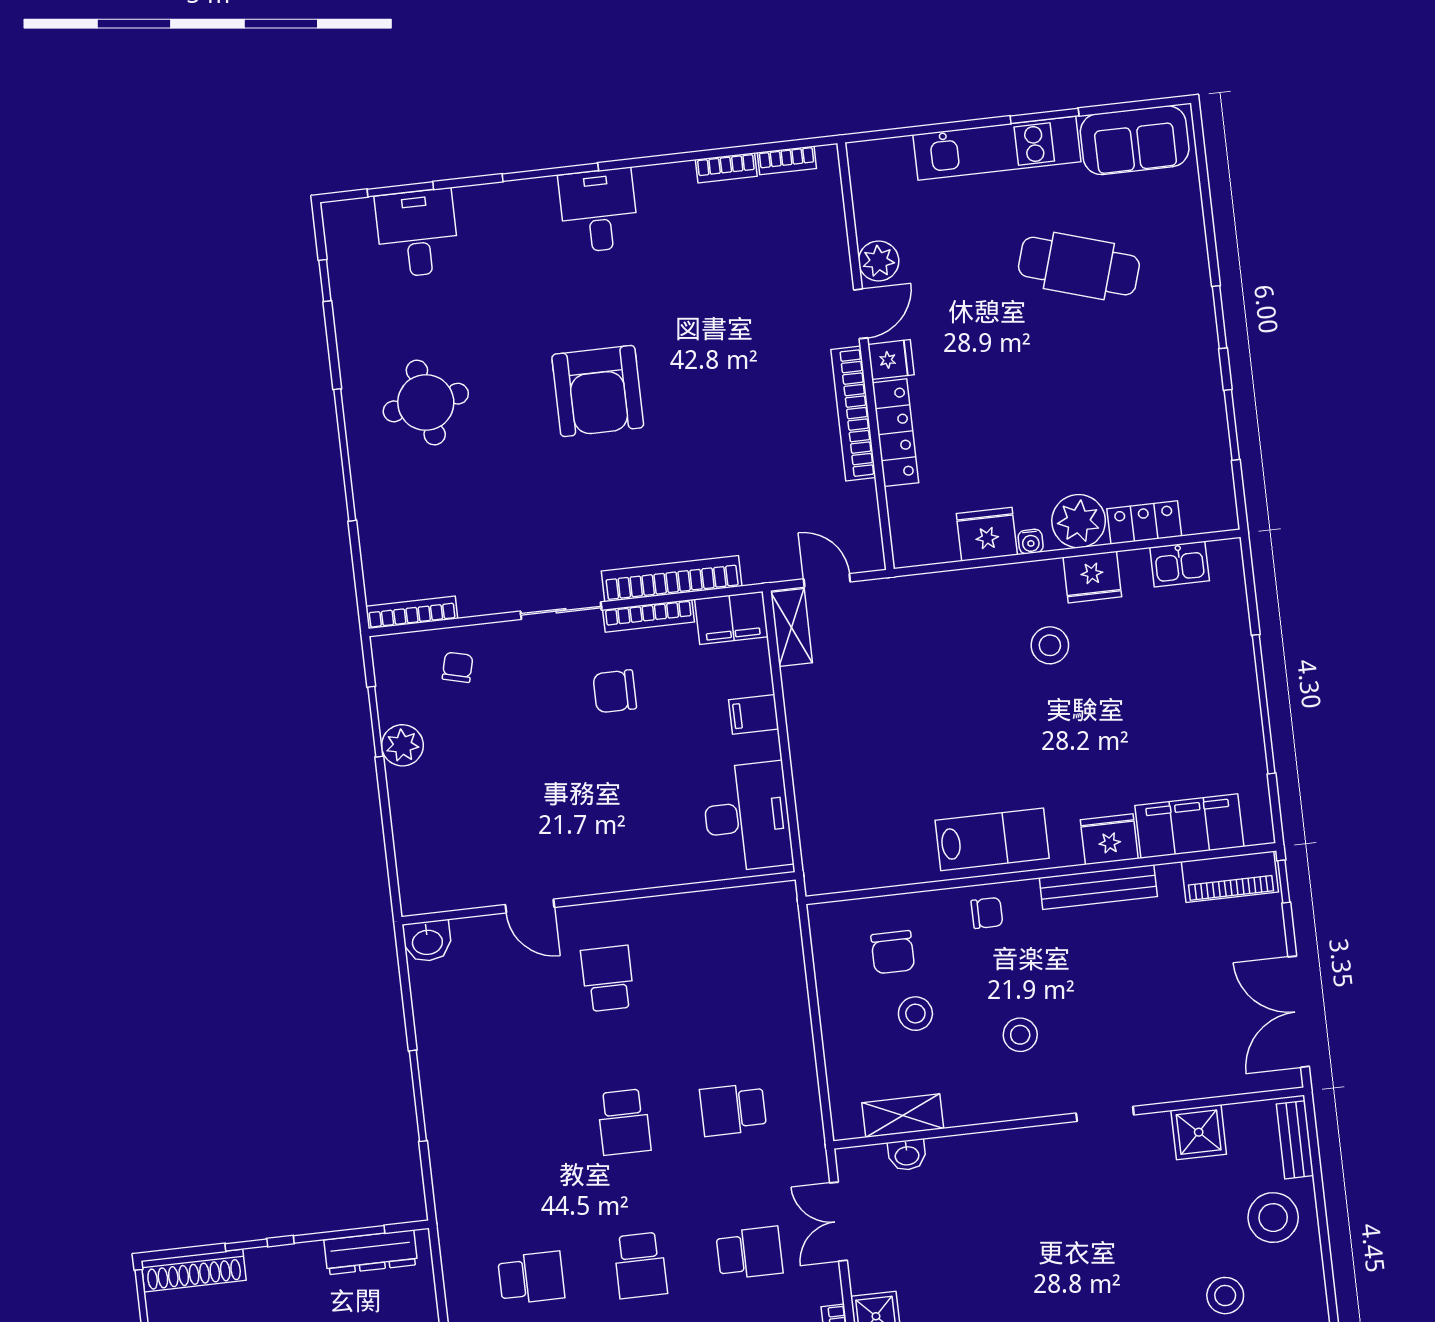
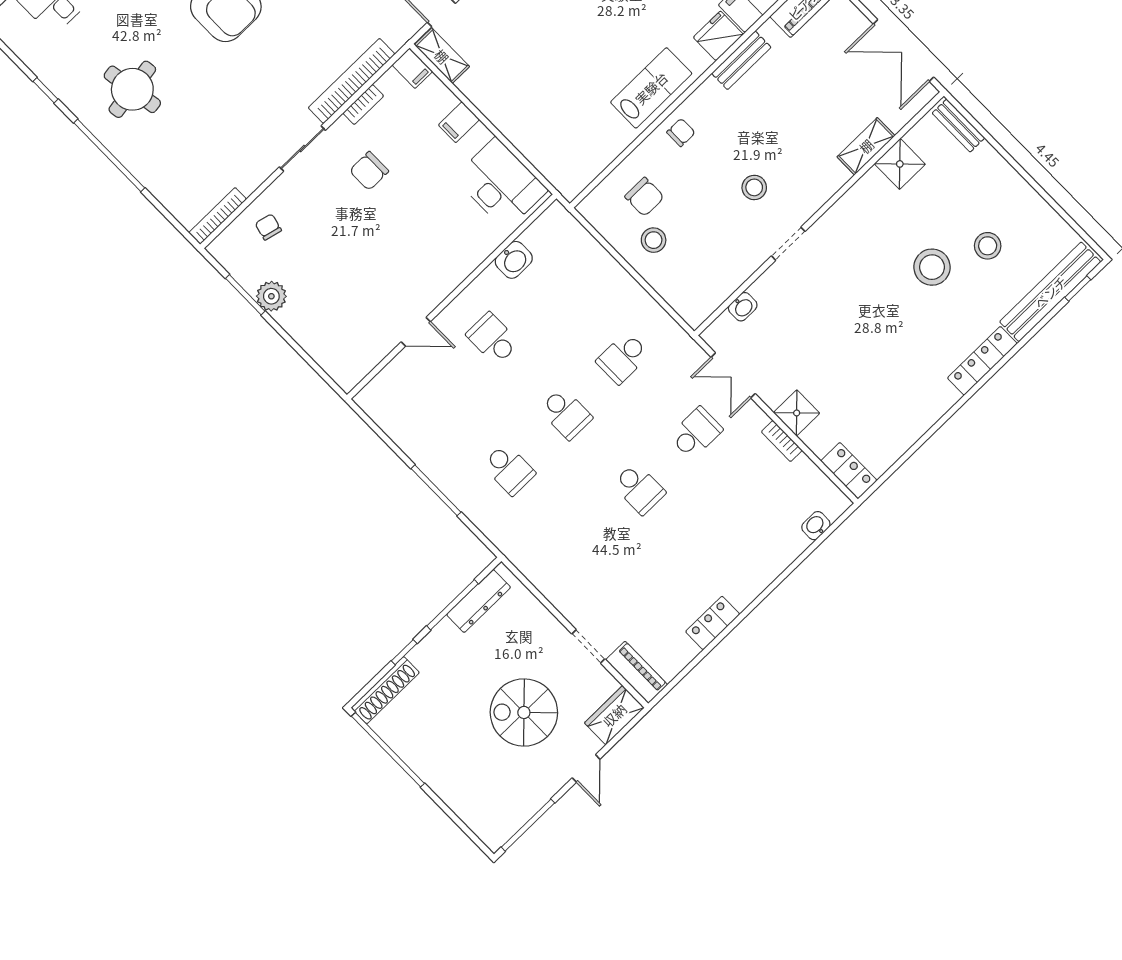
window: (325, 281) -> (46, 90), moved
bookcase: (649, 616) -> (363, 104), width x0.64
filing cabinet: (731, 618) -> (412, 68), width x0.50
bench: (1098, 887) -> (741, 60), width x0.73
washbasin: (427, 941) -> (514, 260), moved
stool: (915, 1014) -> (654, 240), moved
doorway: (1105, 1114) -> (788, 244), moved
shelving: (903, 1116) -> (866, 146), moved
stool: (1273, 1218) -> (932, 267), moved
school desk: (531, 1278) -> (509, 469), moved, turned 90

